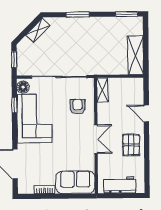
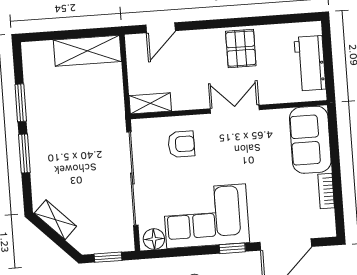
window: (127, 14) -> (21, 103), moved
window: (14, 105) -> (232, 248), moved
armchair: (77, 107) -> (181, 144), turned 180
door: (146, 113) -> (161, 28), moved
pallet: (131, 145) -> (241, 49), turned 90

